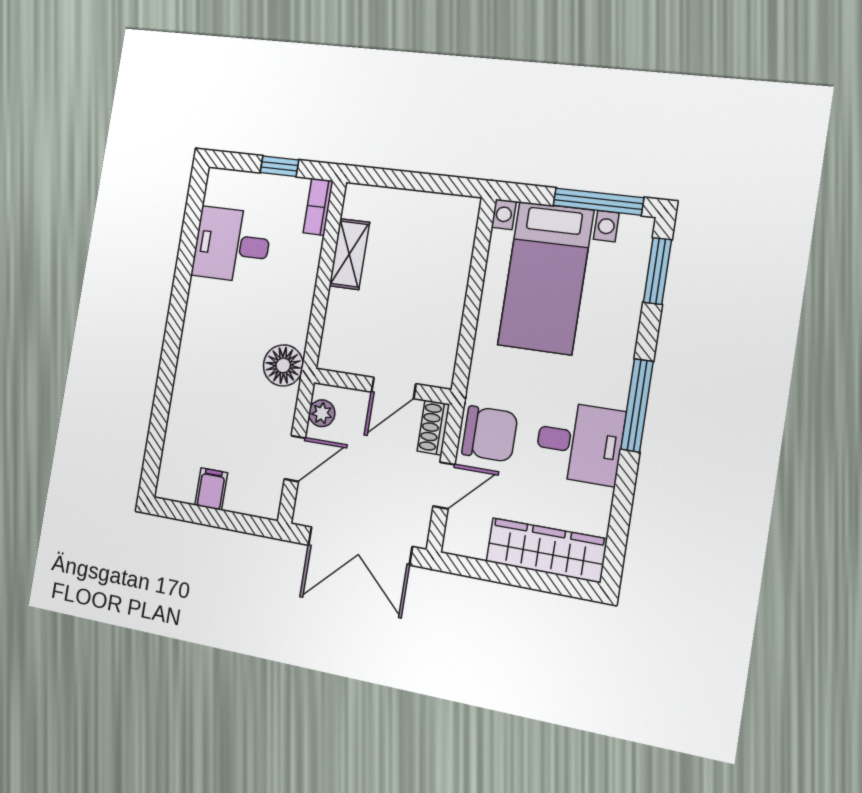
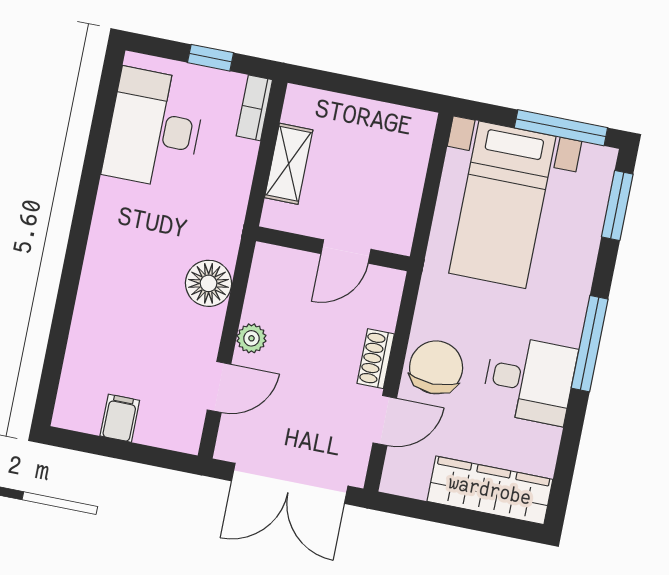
desk: (232, 245) -> (154, 128), width x1.37
wall: (382, 386) -> (333, 249), moved
door: (394, 388) -> (346, 251), moved
chair: (490, 434) -> (436, 367), turned -90

